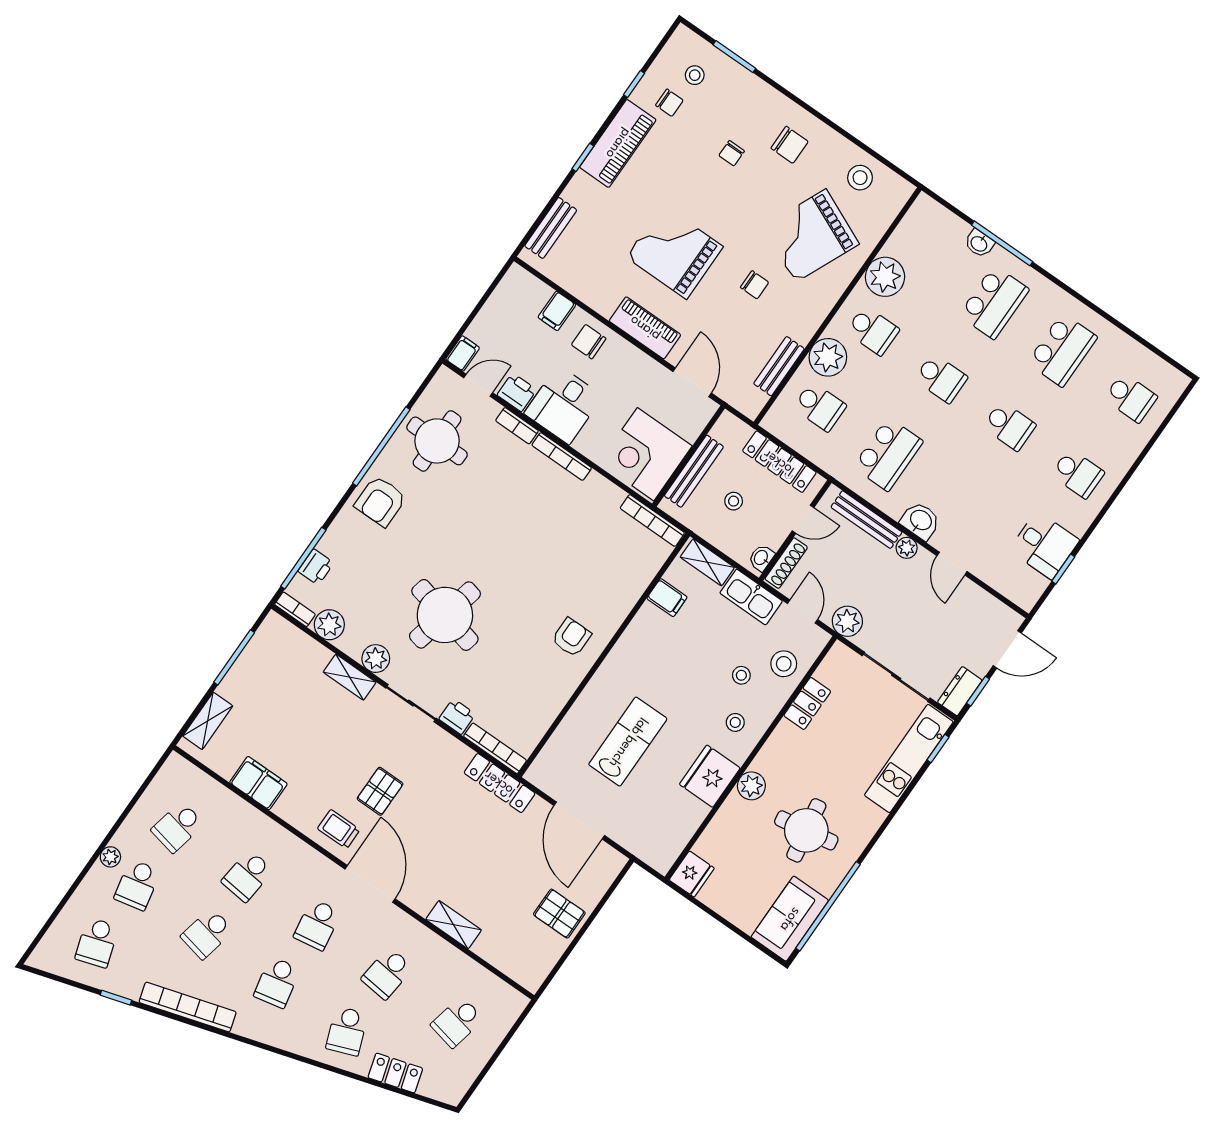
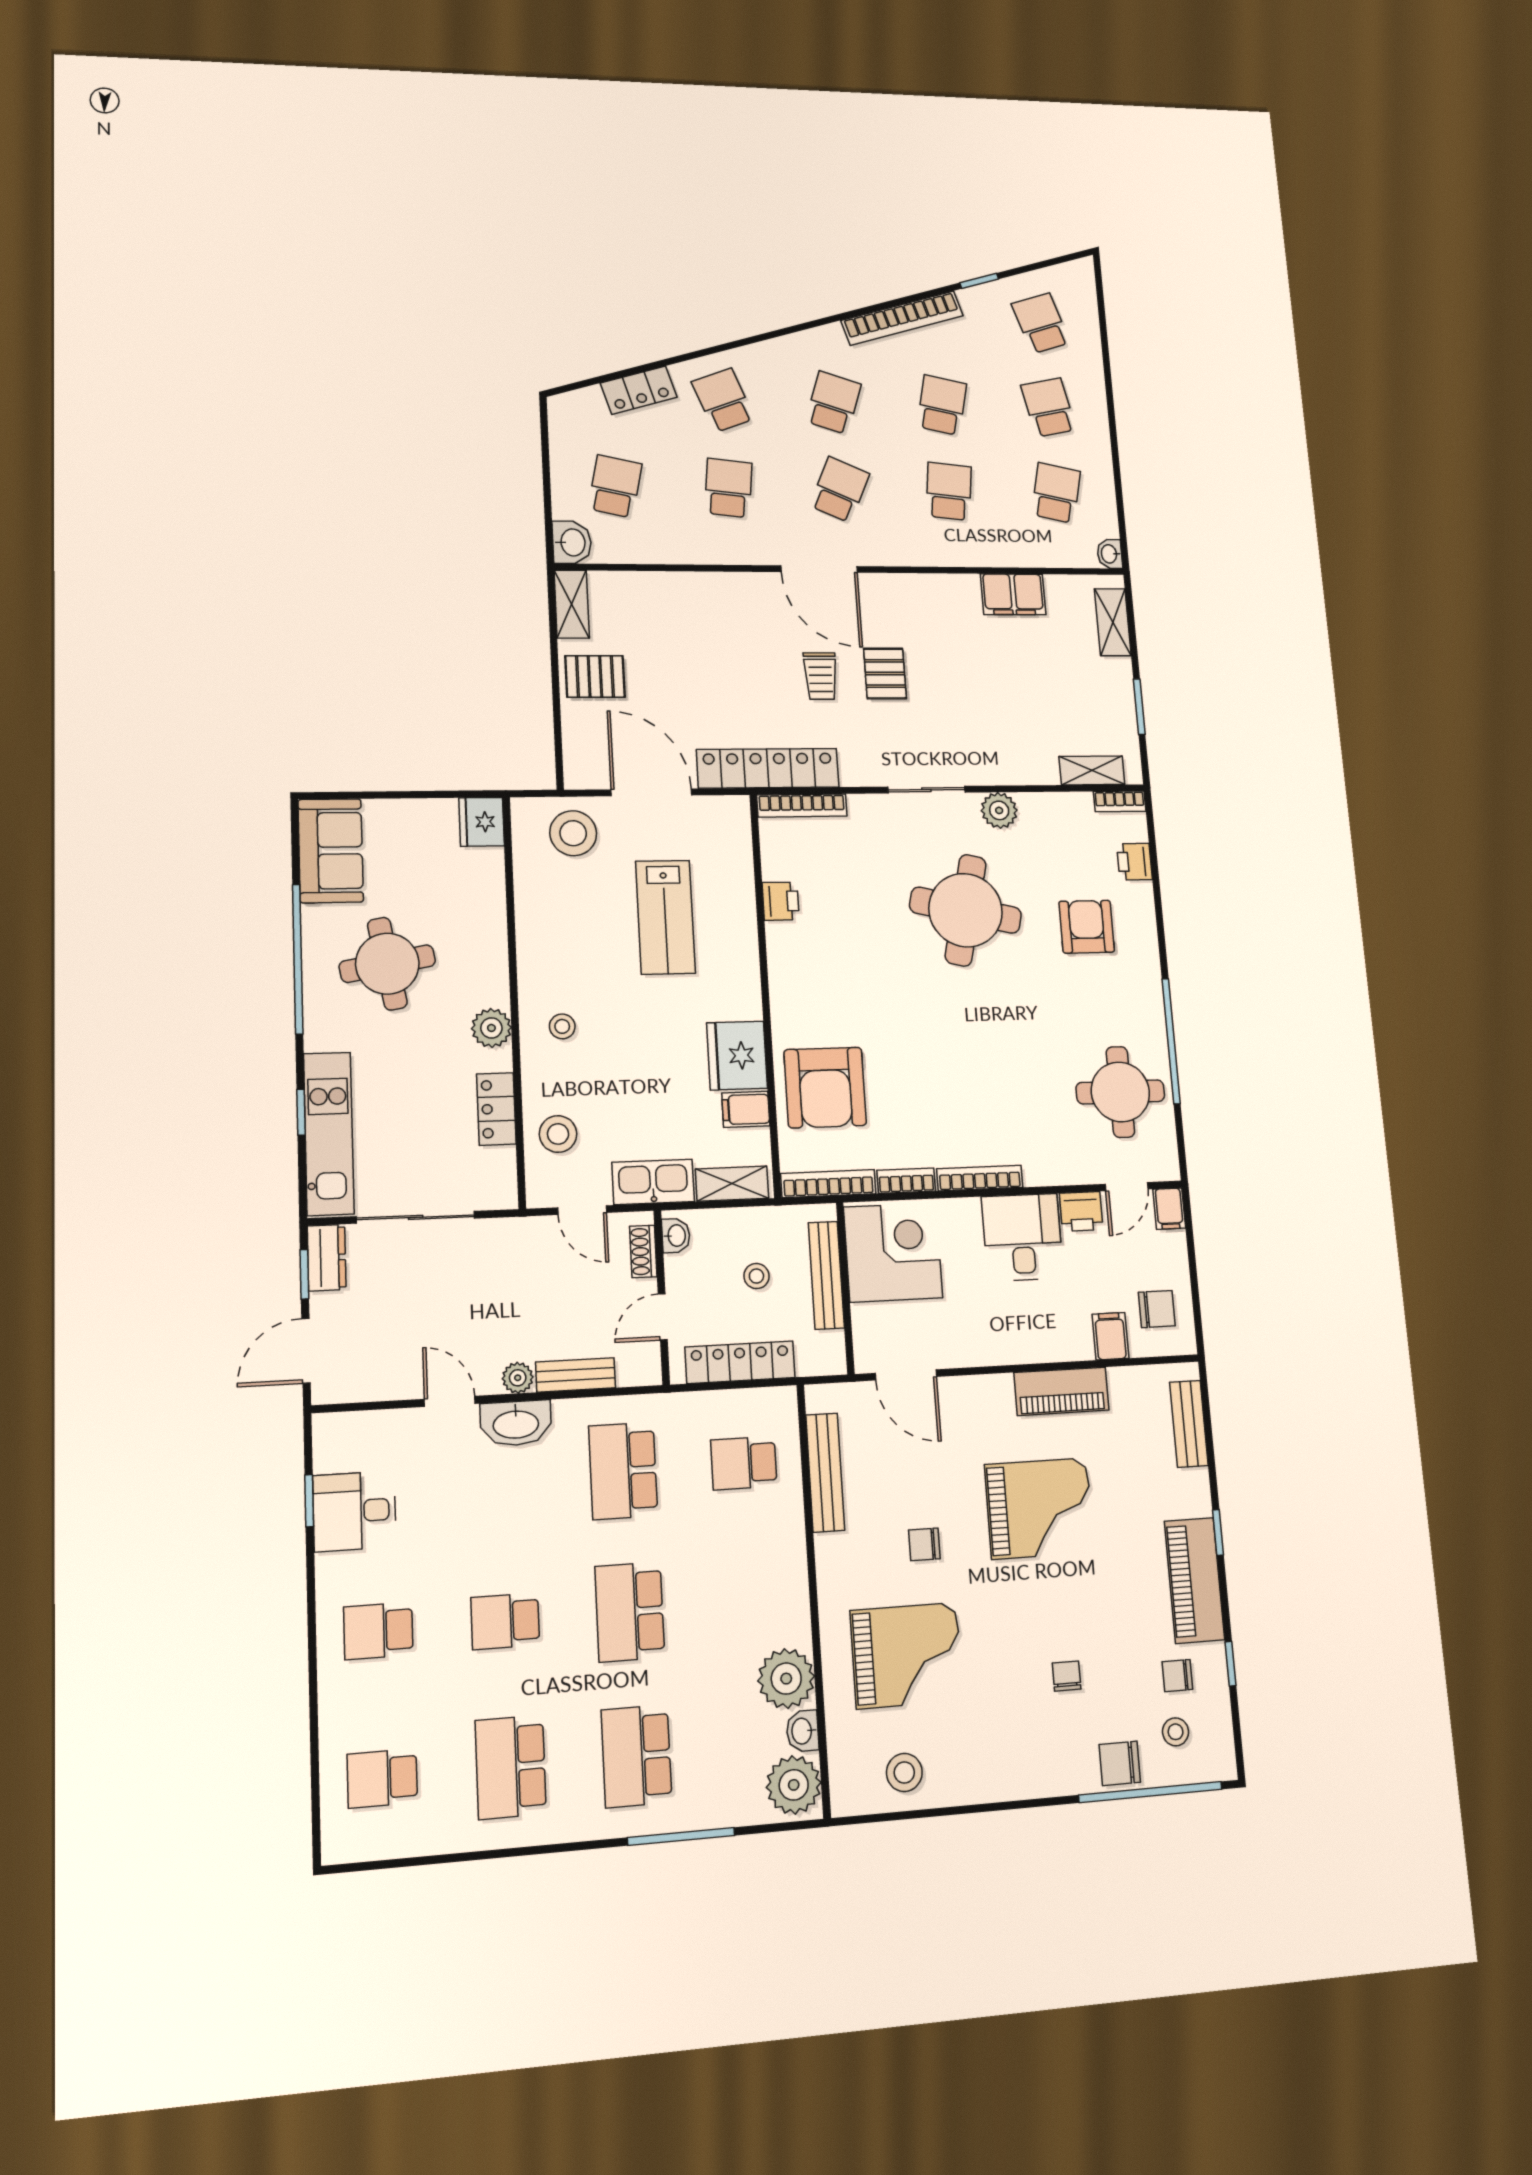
window: (734, 57) -> (1151, 1792), width x2.11
chair: (790, 145) -> (1120, 1763), moved
grand piano: (811, 236) -> (907, 1655), turned 66
washbasin: (979, 243) -> (803, 1731), moved, turned -90
piano: (645, 328) -> (1061, 1391), moved
school desk: (873, 331) -> (752, 1603), removed
chair: (589, 342) -> (1157, 1309), moved
plant: (828, 357) -> (794, 1785), moved
bench: (779, 366) -> (825, 1472), width x1.36
school desk: (941, 378) -> (630, 1612), width x1.85
bookcase: (517, 426) -> (906, 1181), moved
armchair: (380, 501) -> (1087, 927), moved
bench: (866, 520) -> (576, 1375), width x0.73
washbasin: (920, 521) -> (516, 1423), width x1.38
window: (303, 558) -> (1154, 861), removed
shoe rack: (786, 563) -> (643, 1251), width x0.70
plant: (847, 621) -> (522, 1238), removed
plant: (329, 625) -> (1073, 811), removed
armchair: (571, 637) -> (825, 1087), moved, width x1.88, depth x1.88
window: (234, 657) -> (1139, 707), width x0.69
stool: (741, 675) -> (573, 833), moved, width x1.89, depth x1.89
shelving: (350, 677) -> (1092, 770), moved
printer: (457, 717) -> (781, 901), moved, turned -90
window: (938, 749) -> (301, 1112), moved
washbasin: (174, 765) -> (1110, 554), added
fridge: (710, 776) -> (737, 1056), moved, turned 180
locker: (500, 783) -> (768, 768), width x1.41, depth x1.21
plant: (751, 786) -> (491, 1028), moved
trolley: (339, 829) -> (821, 676), moved, turned 90
plant: (110, 857) -> (1096, 418), removed
window: (828, 906) -> (298, 959), moved
school desk: (317, 925) -> (840, 490), turned 33
shelving: (454, 925) -> (572, 604), moved, turned 90
school desk: (277, 982) -> (833, 403), turned 30
washbasin: (510, 1005) -> (572, 542), added

